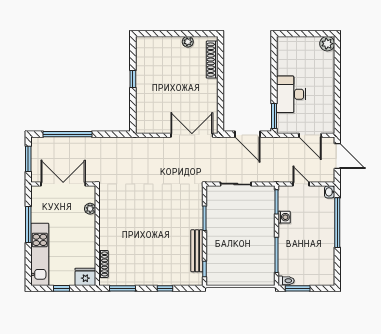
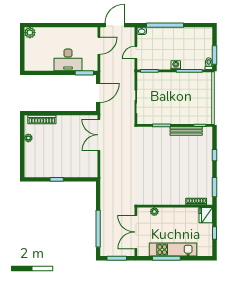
washing machine: (284, 217) -> (176, 65), moved
kitchen unit: (40, 254) -> (173, 250), moved

